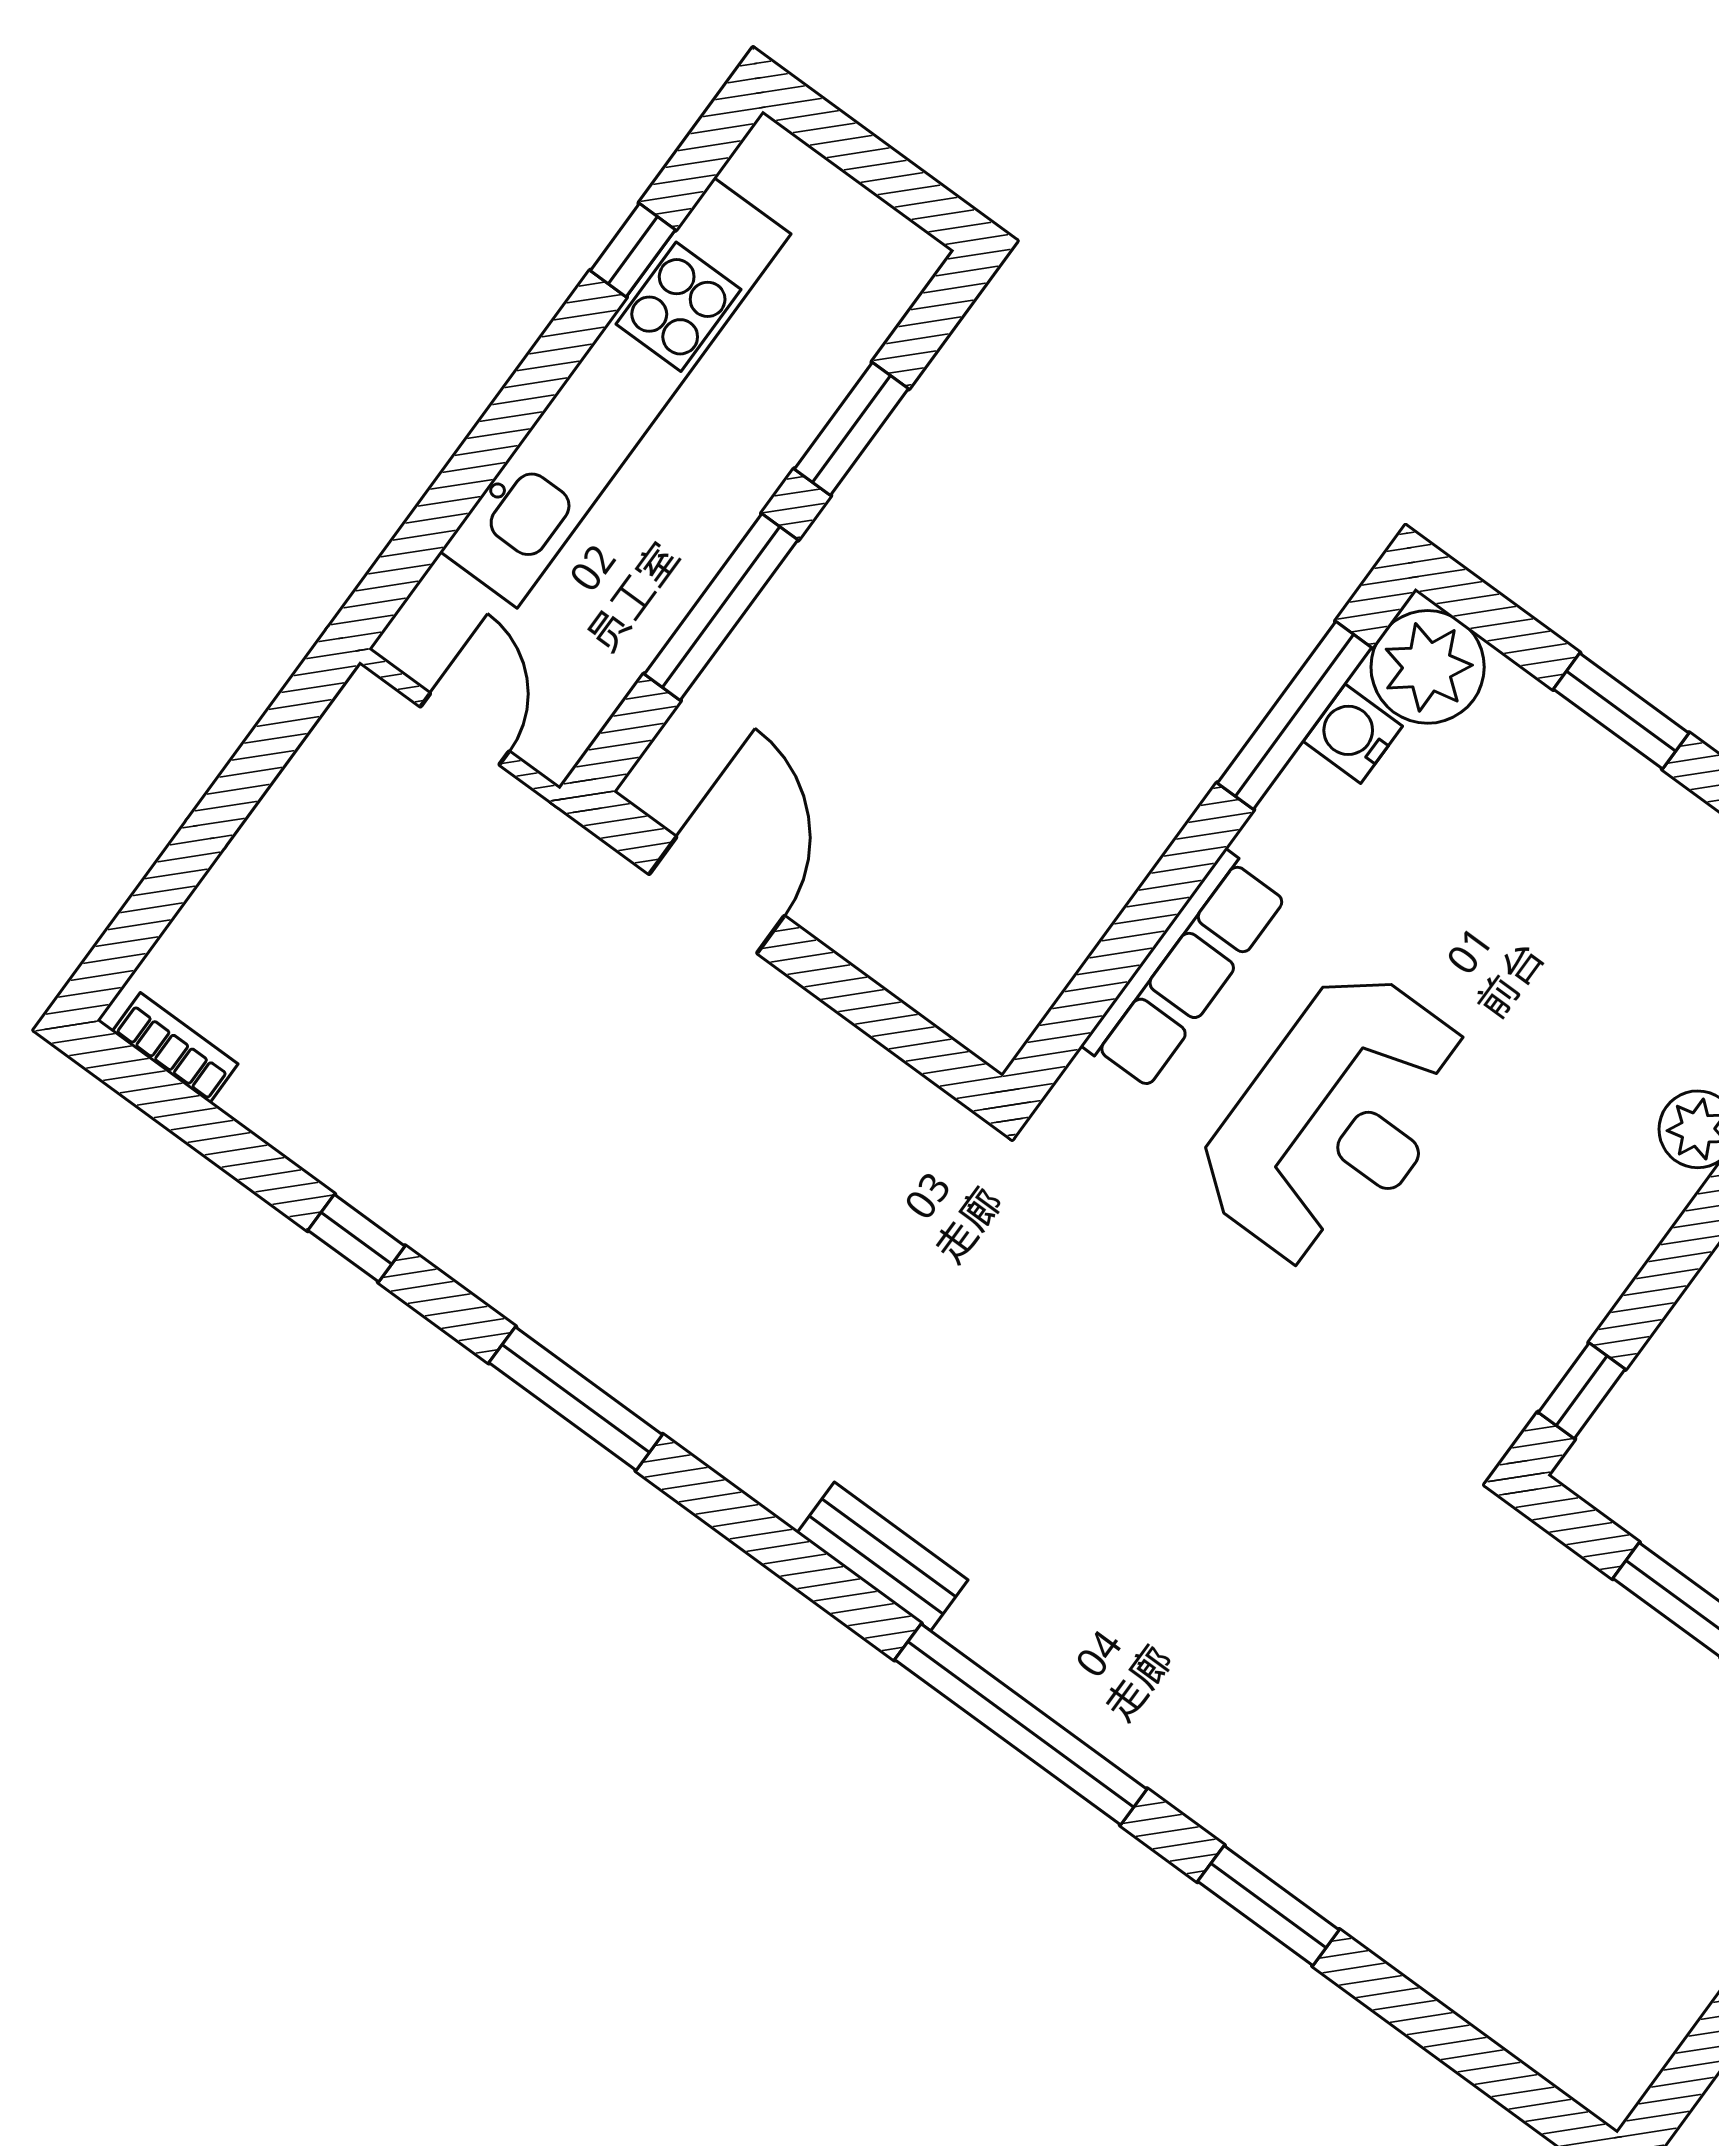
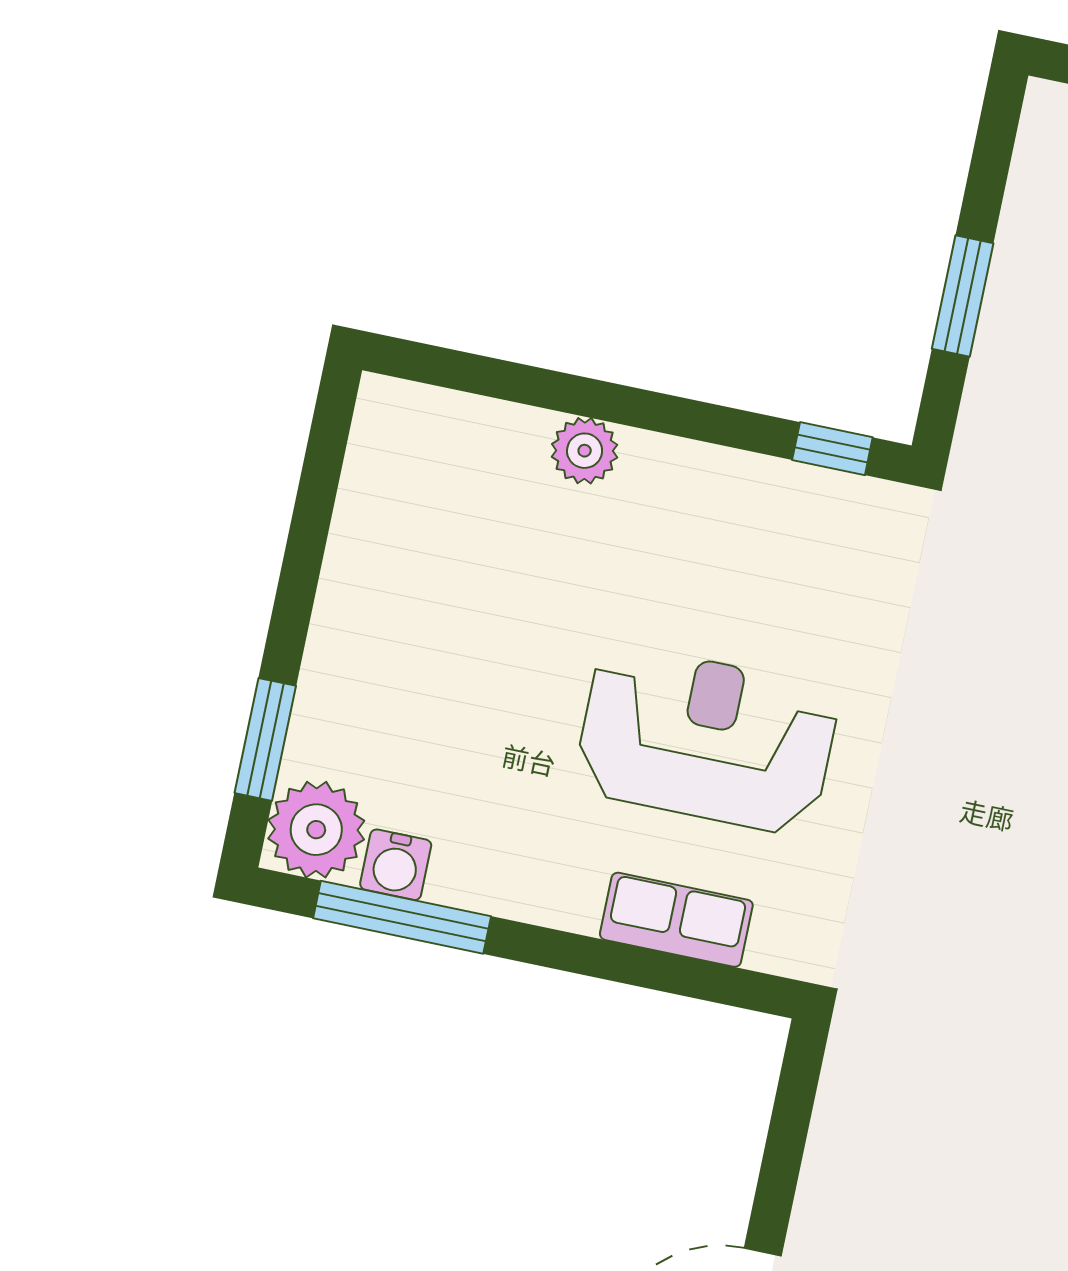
window: (1621, 711) -> (265, 739), moved
row of seats: (1185, 970) -> (676, 920), width x0.68

